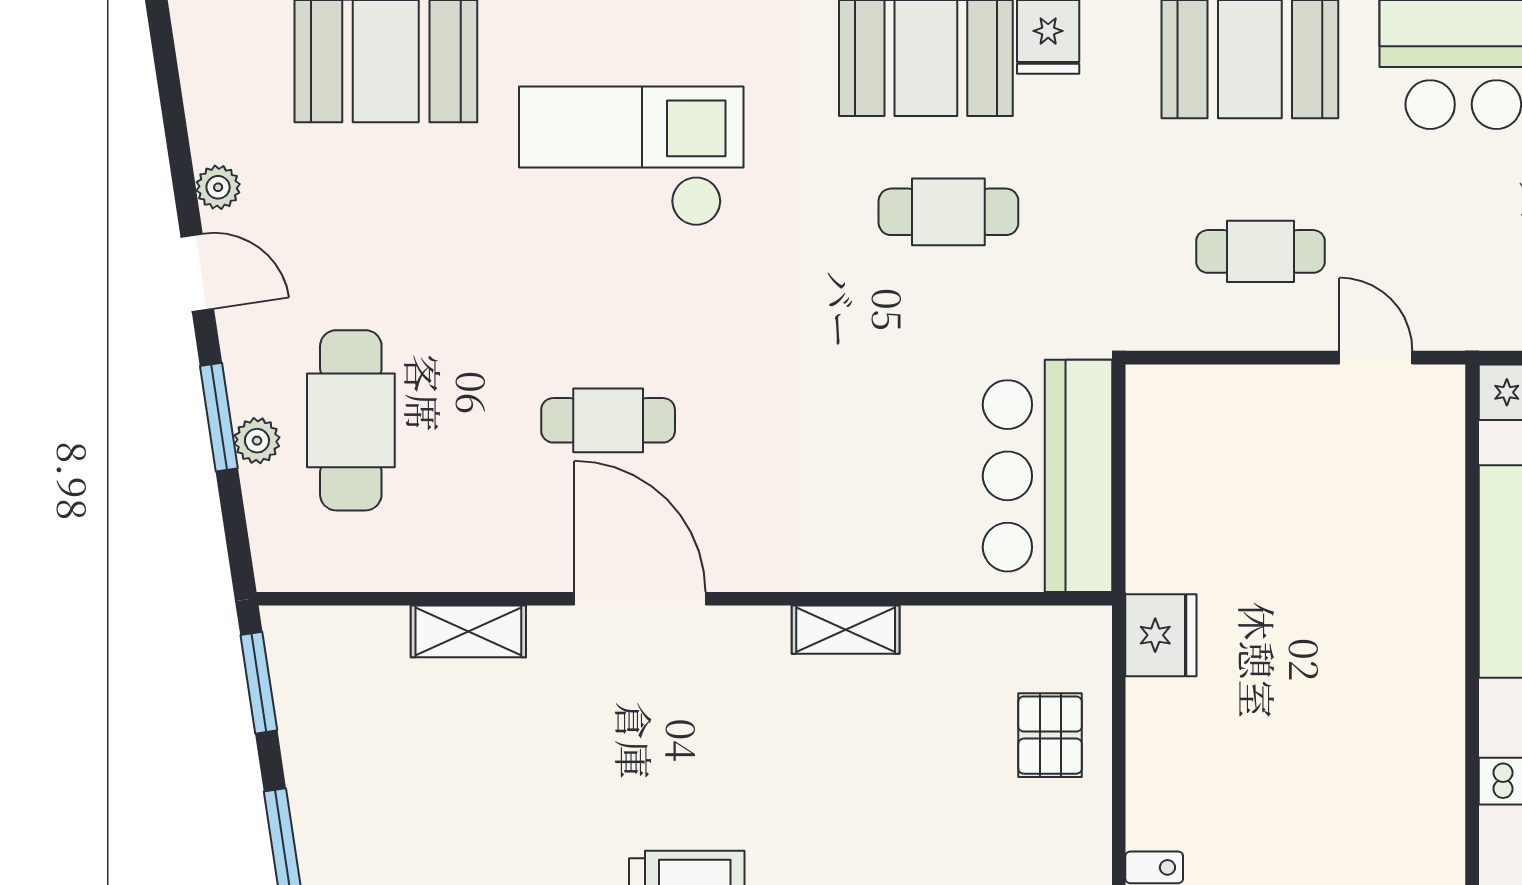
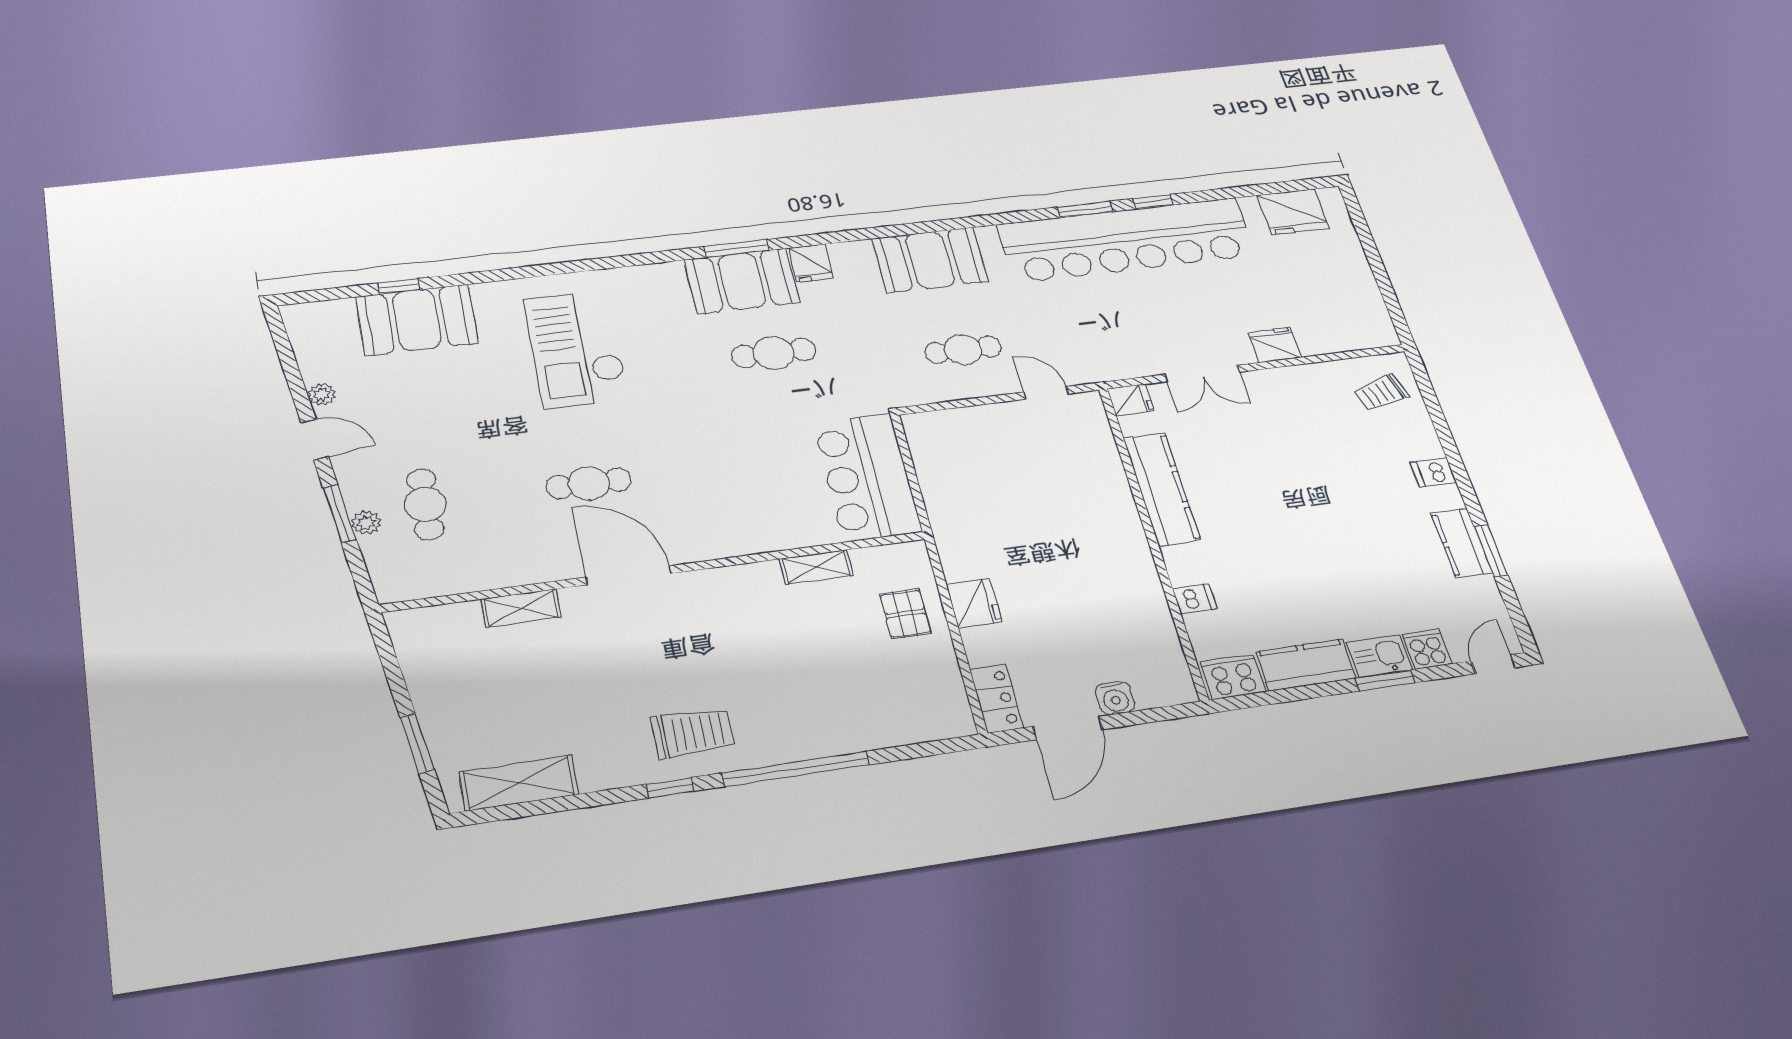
checkout: (631, 156) -> (576, 349), turned -90
cafe table: (351, 420) -> (425, 504), width x0.73, depth x0.74
shelving: (846, 630) -> (816, 567), moved
fridge: (1161, 635) -> (974, 603), moved
window: (259, 683) -> (388, 656), removed

